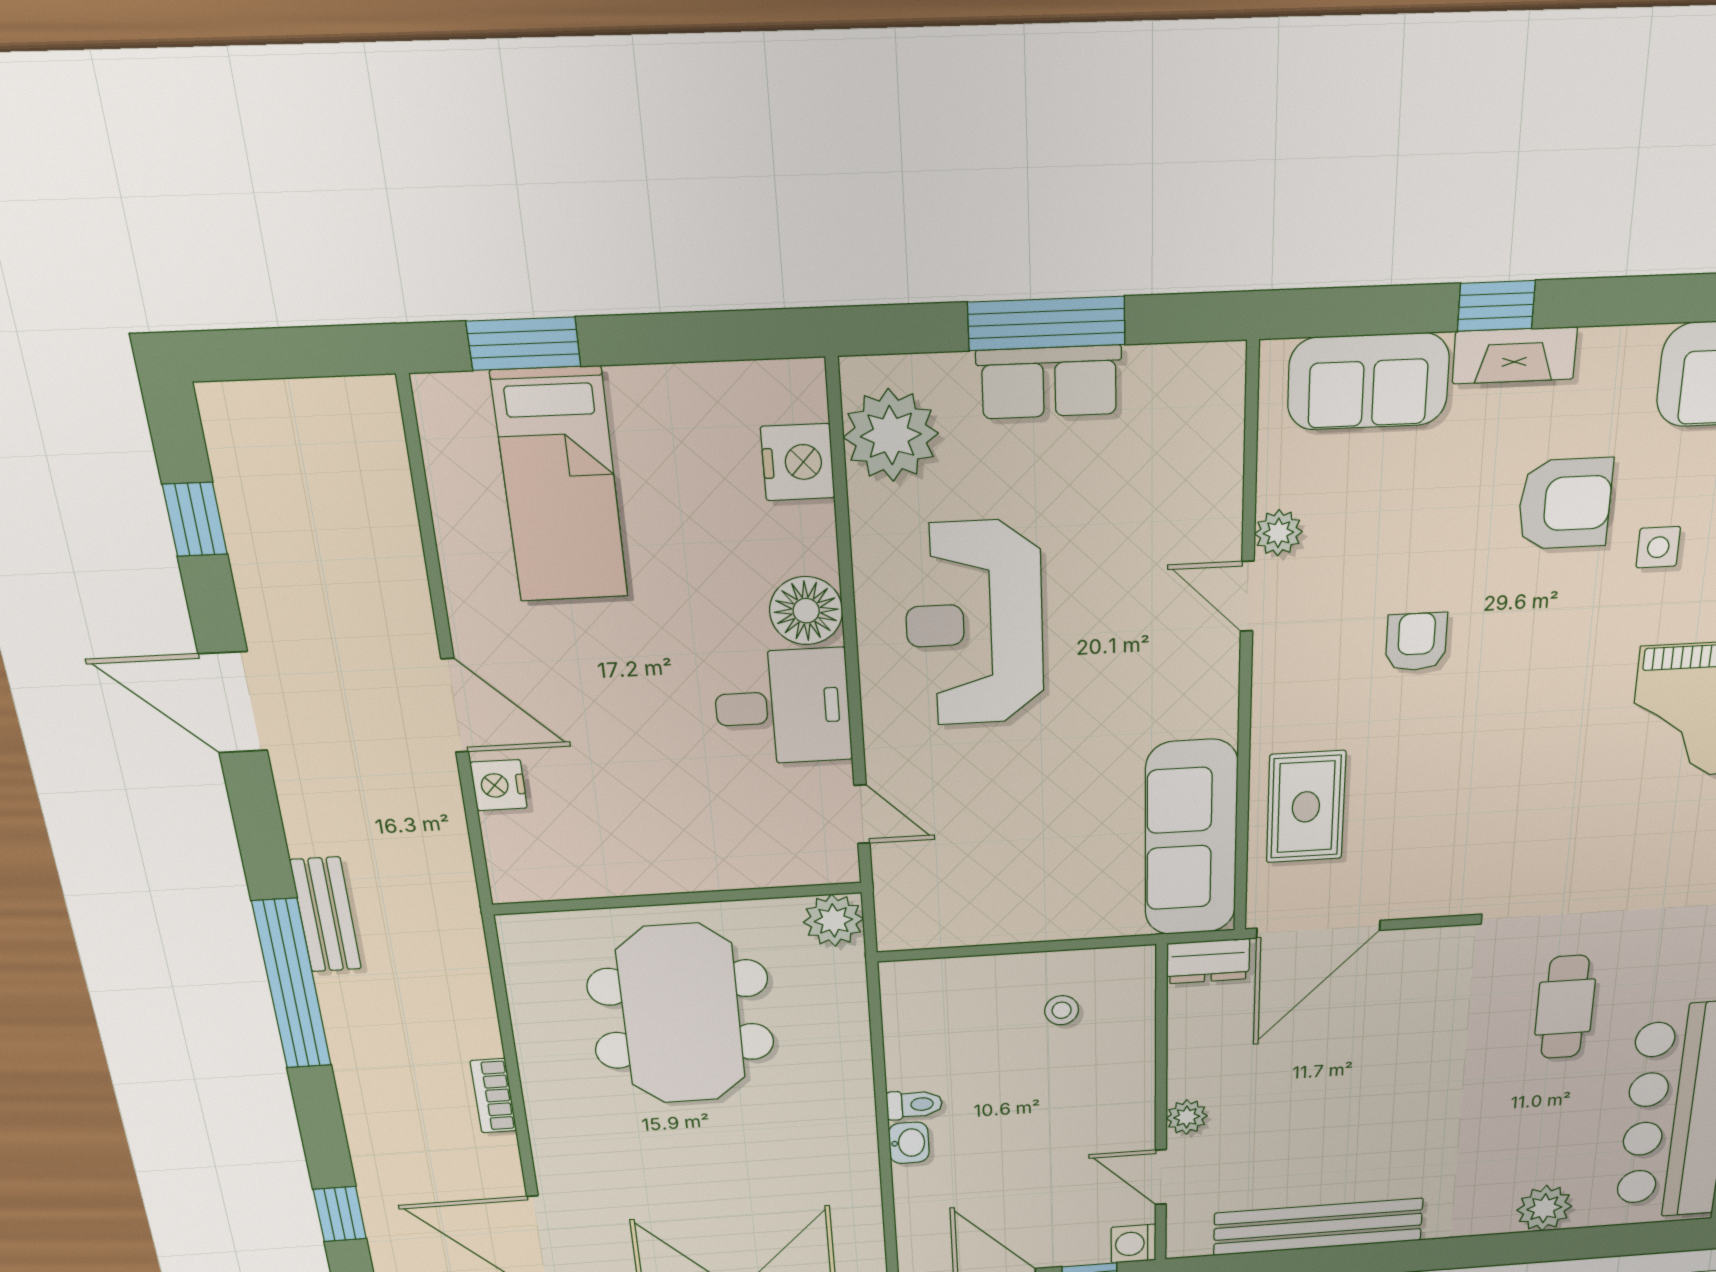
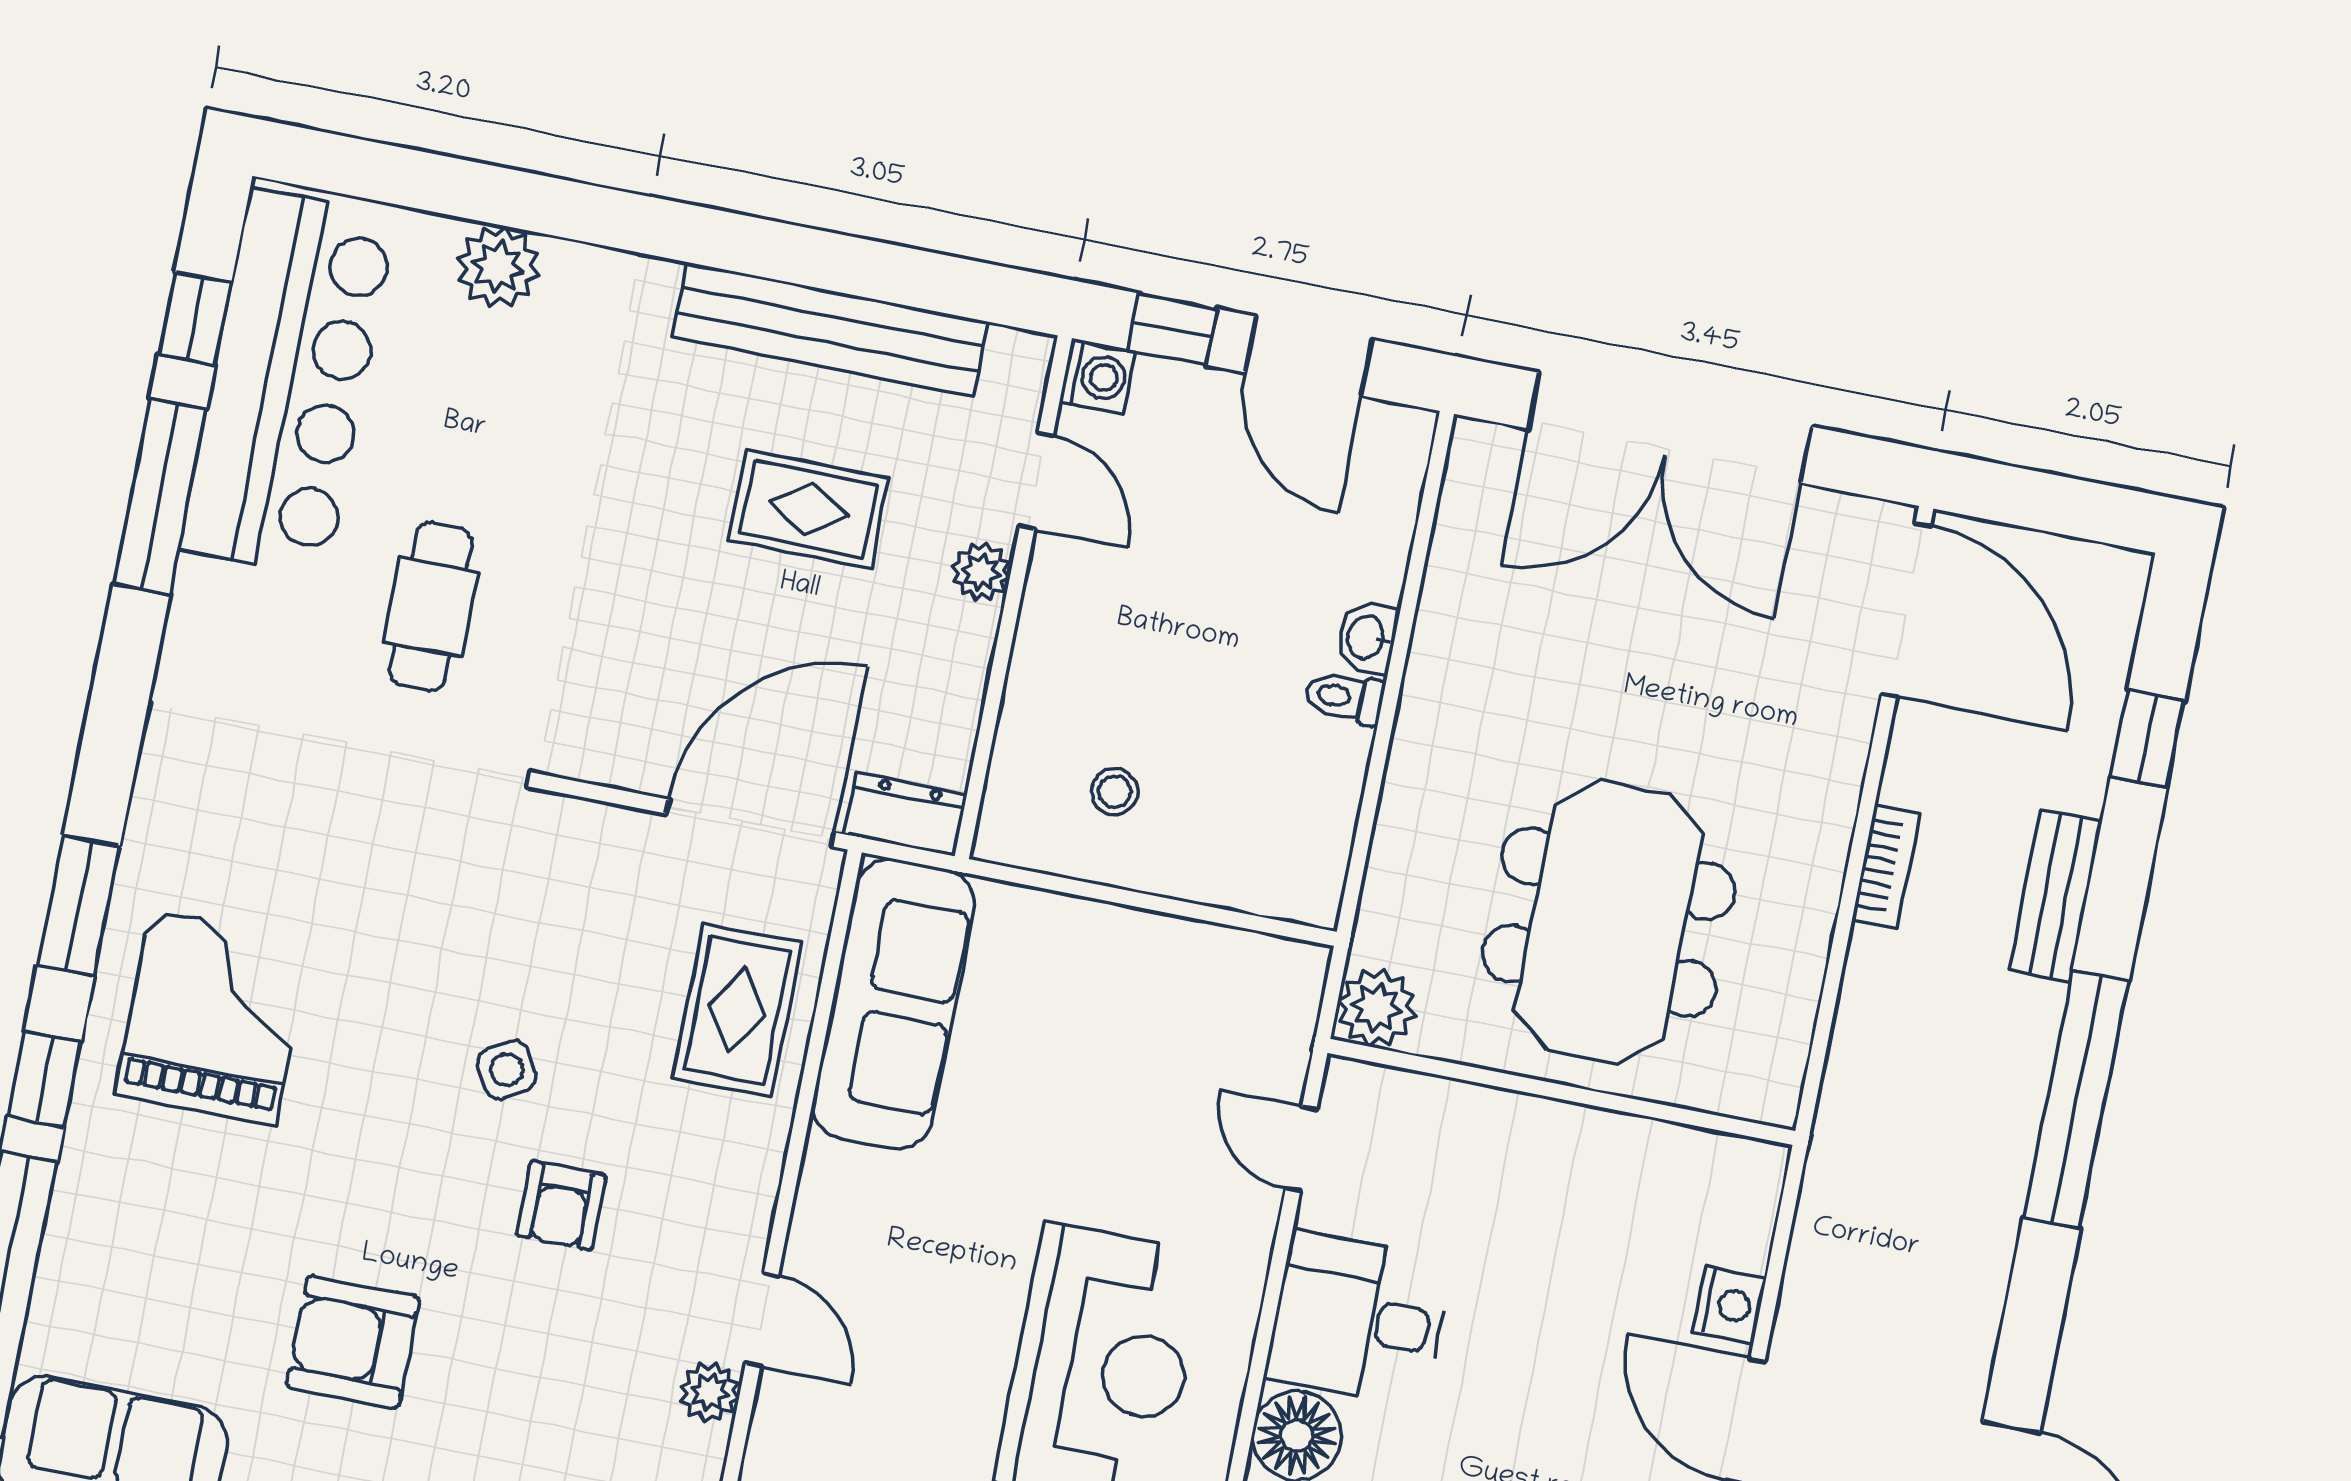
side table: (1658, 547) -> (506, 1070), moved, turned -31
bench: (326, 915) -> (2056, 896), moved
rug: (1313, 1125) -> (809, 509), added

